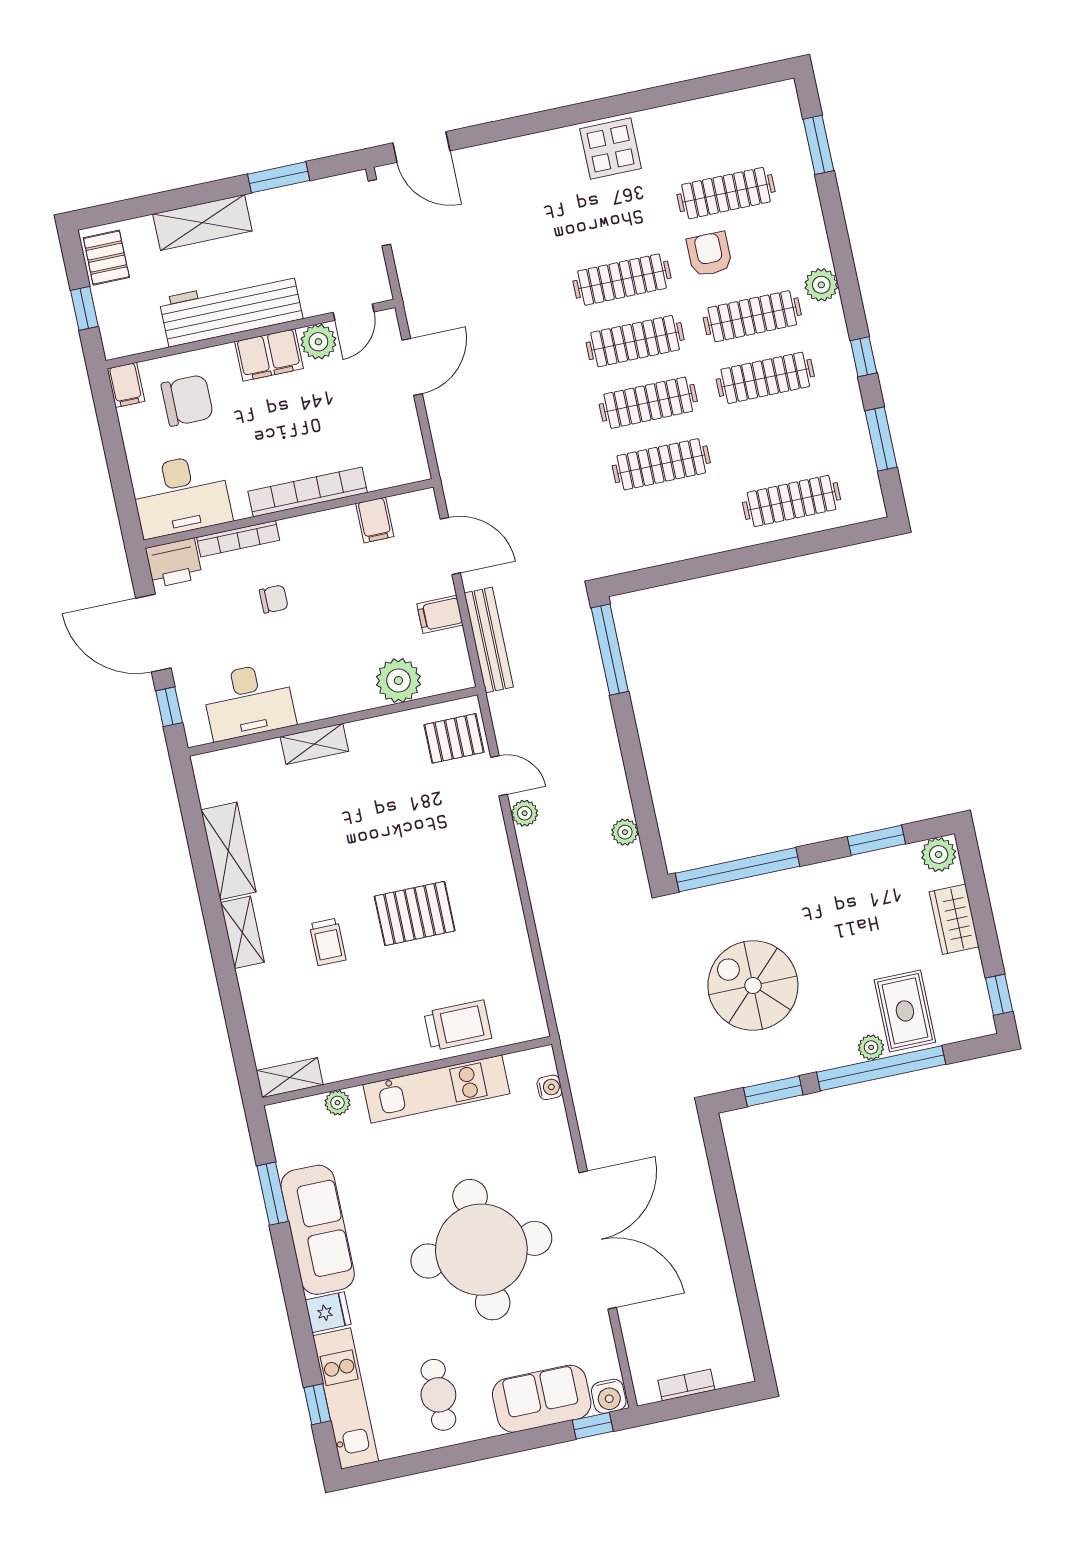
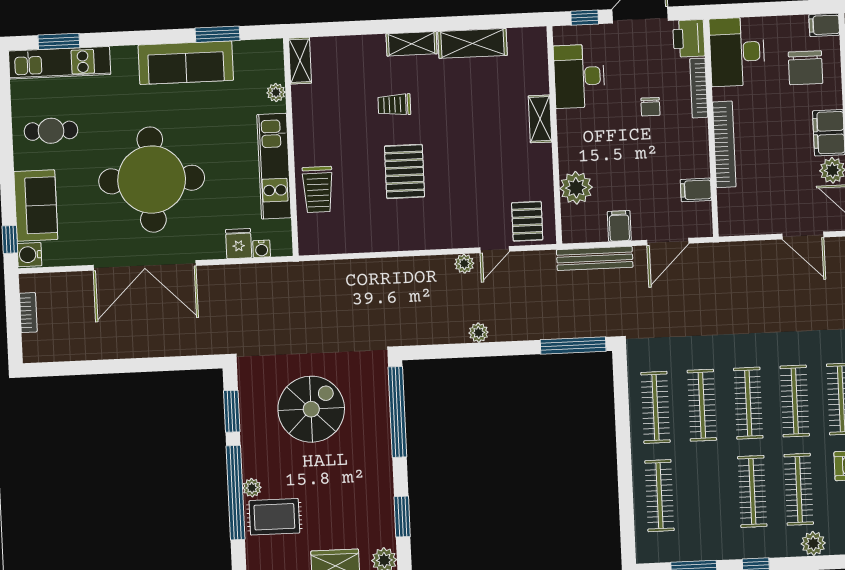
clothes rail: (674, 526) -> (655, 407), added
plant: (625, 832) -> (479, 333), moved
fridge: (328, 1312) -> (239, 244), moved, turned 180
window: (317, 1404) -> (59, 41), width x1.50

